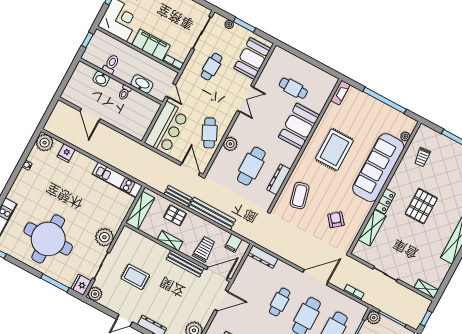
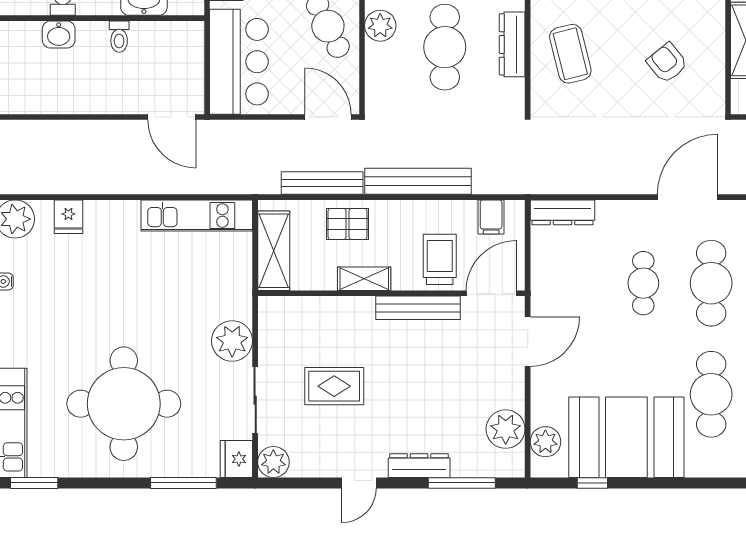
door: (90, 115) -> (172, 117), moved
bench: (178, 196) -> (322, 183), width x1.36

